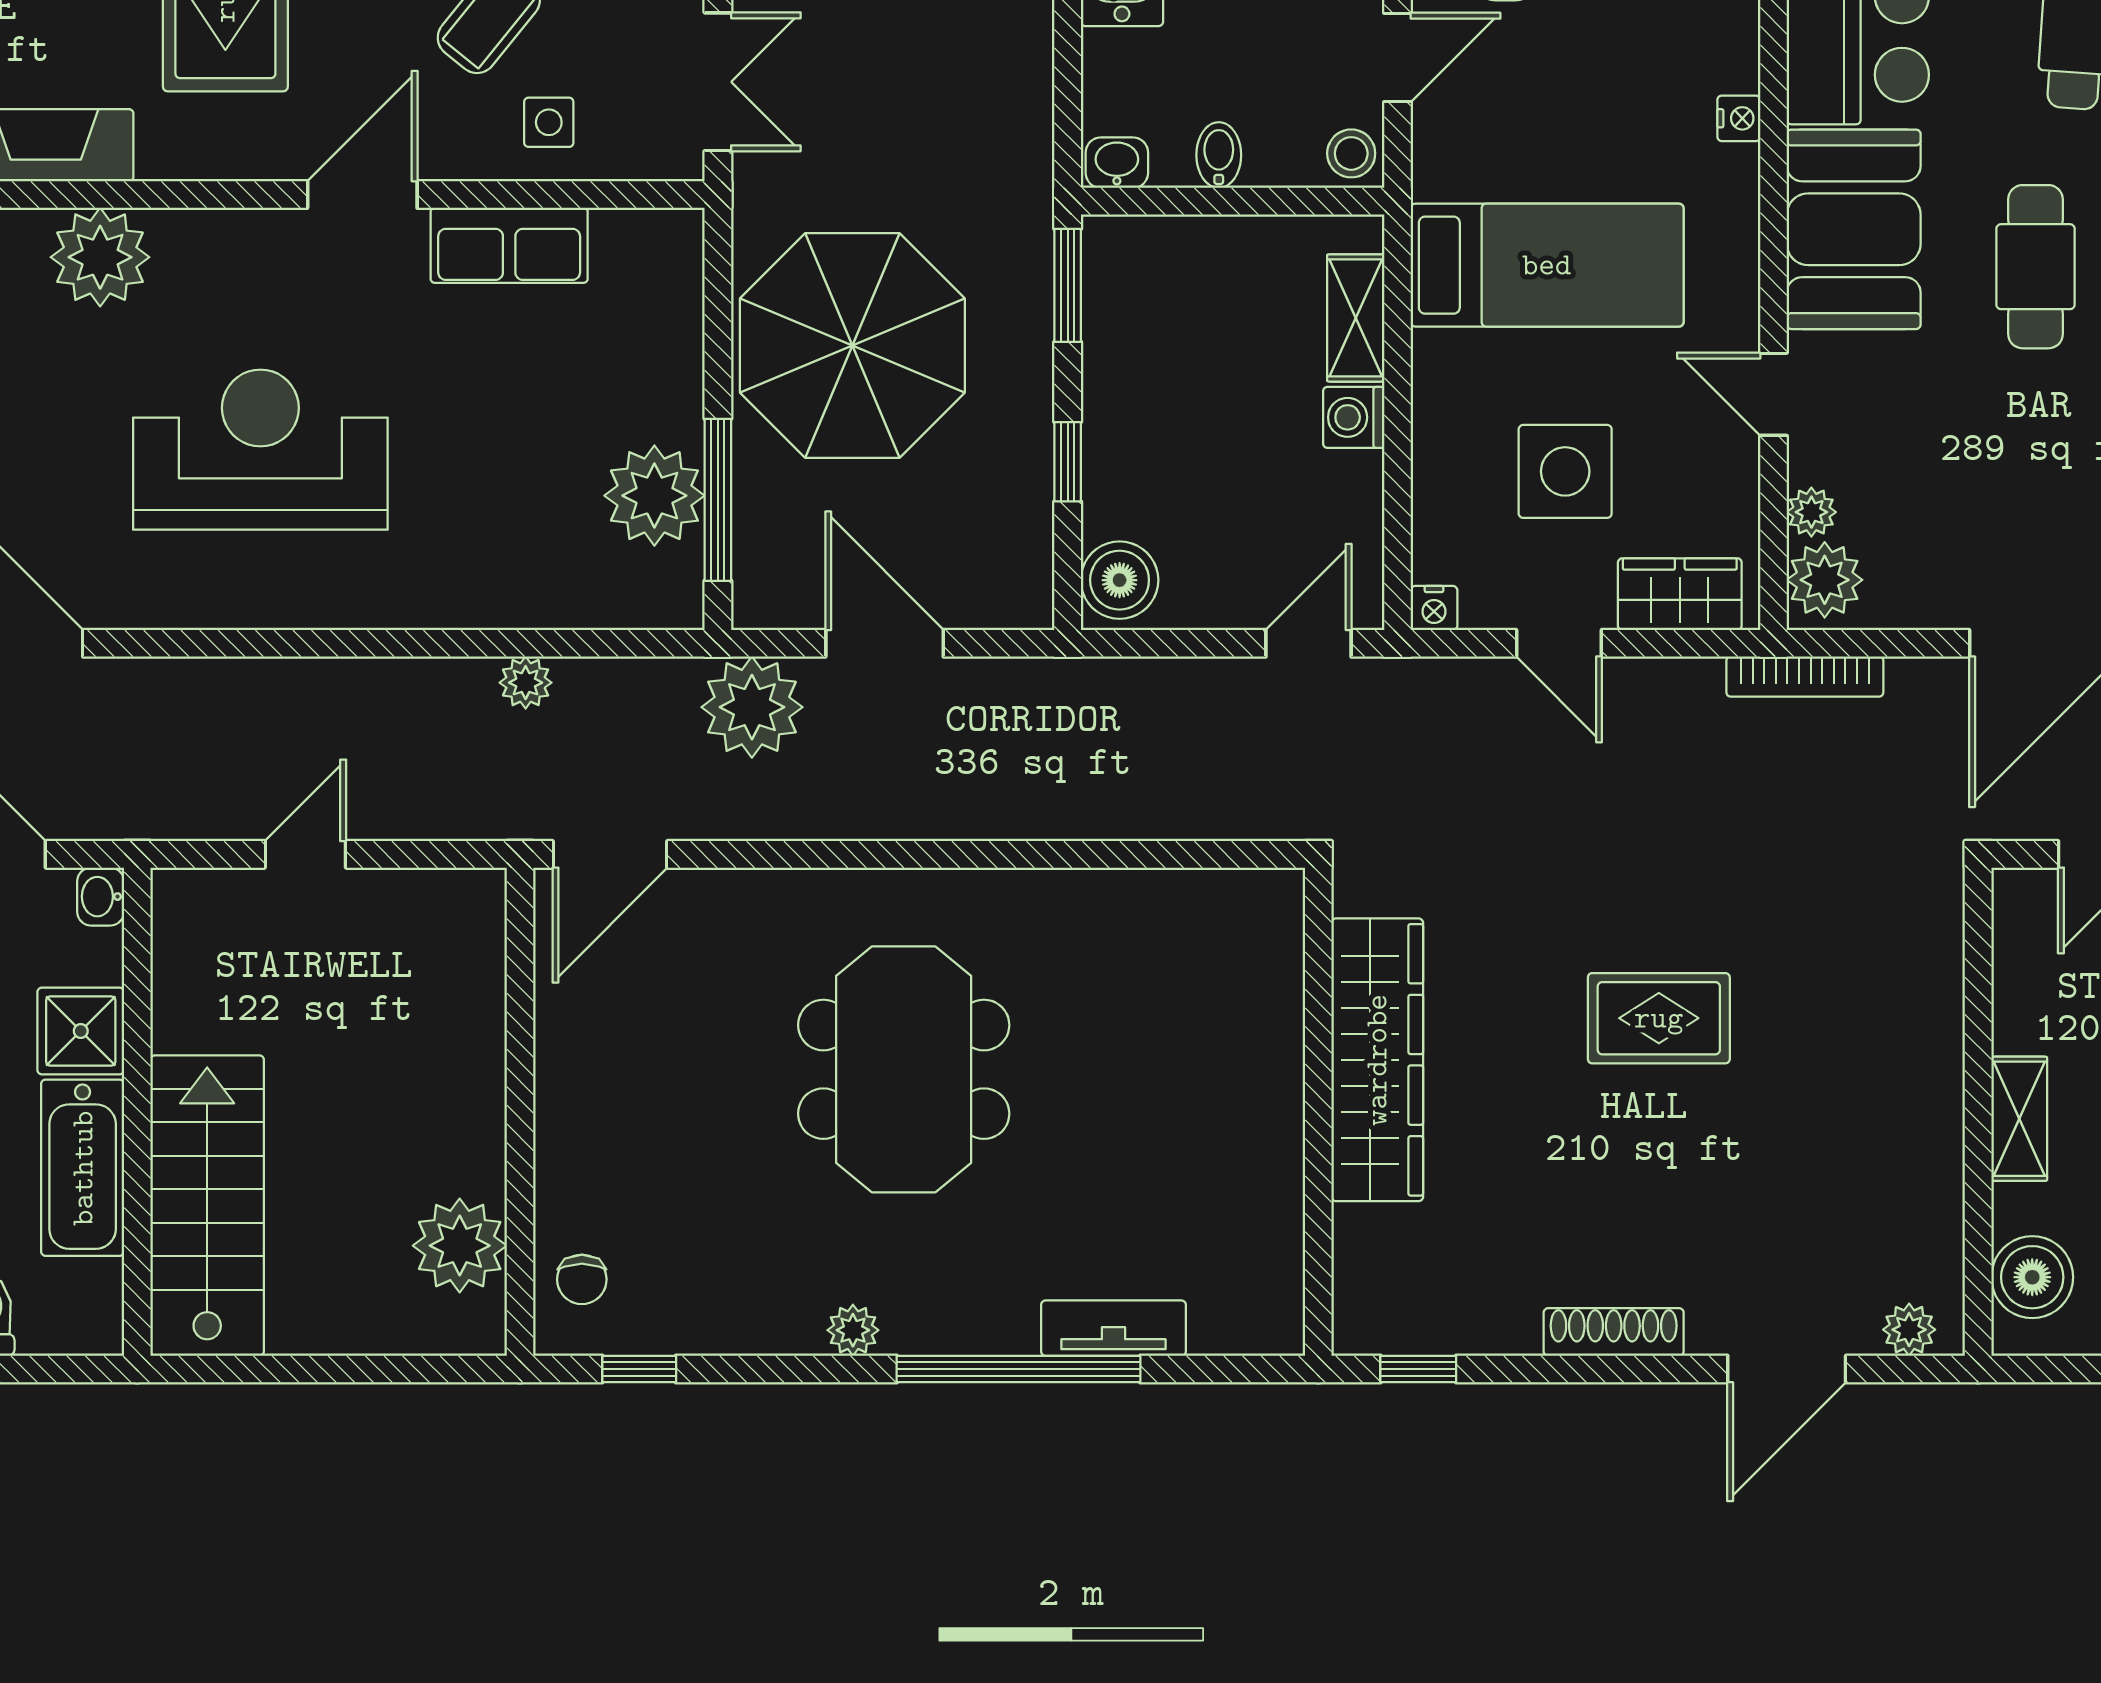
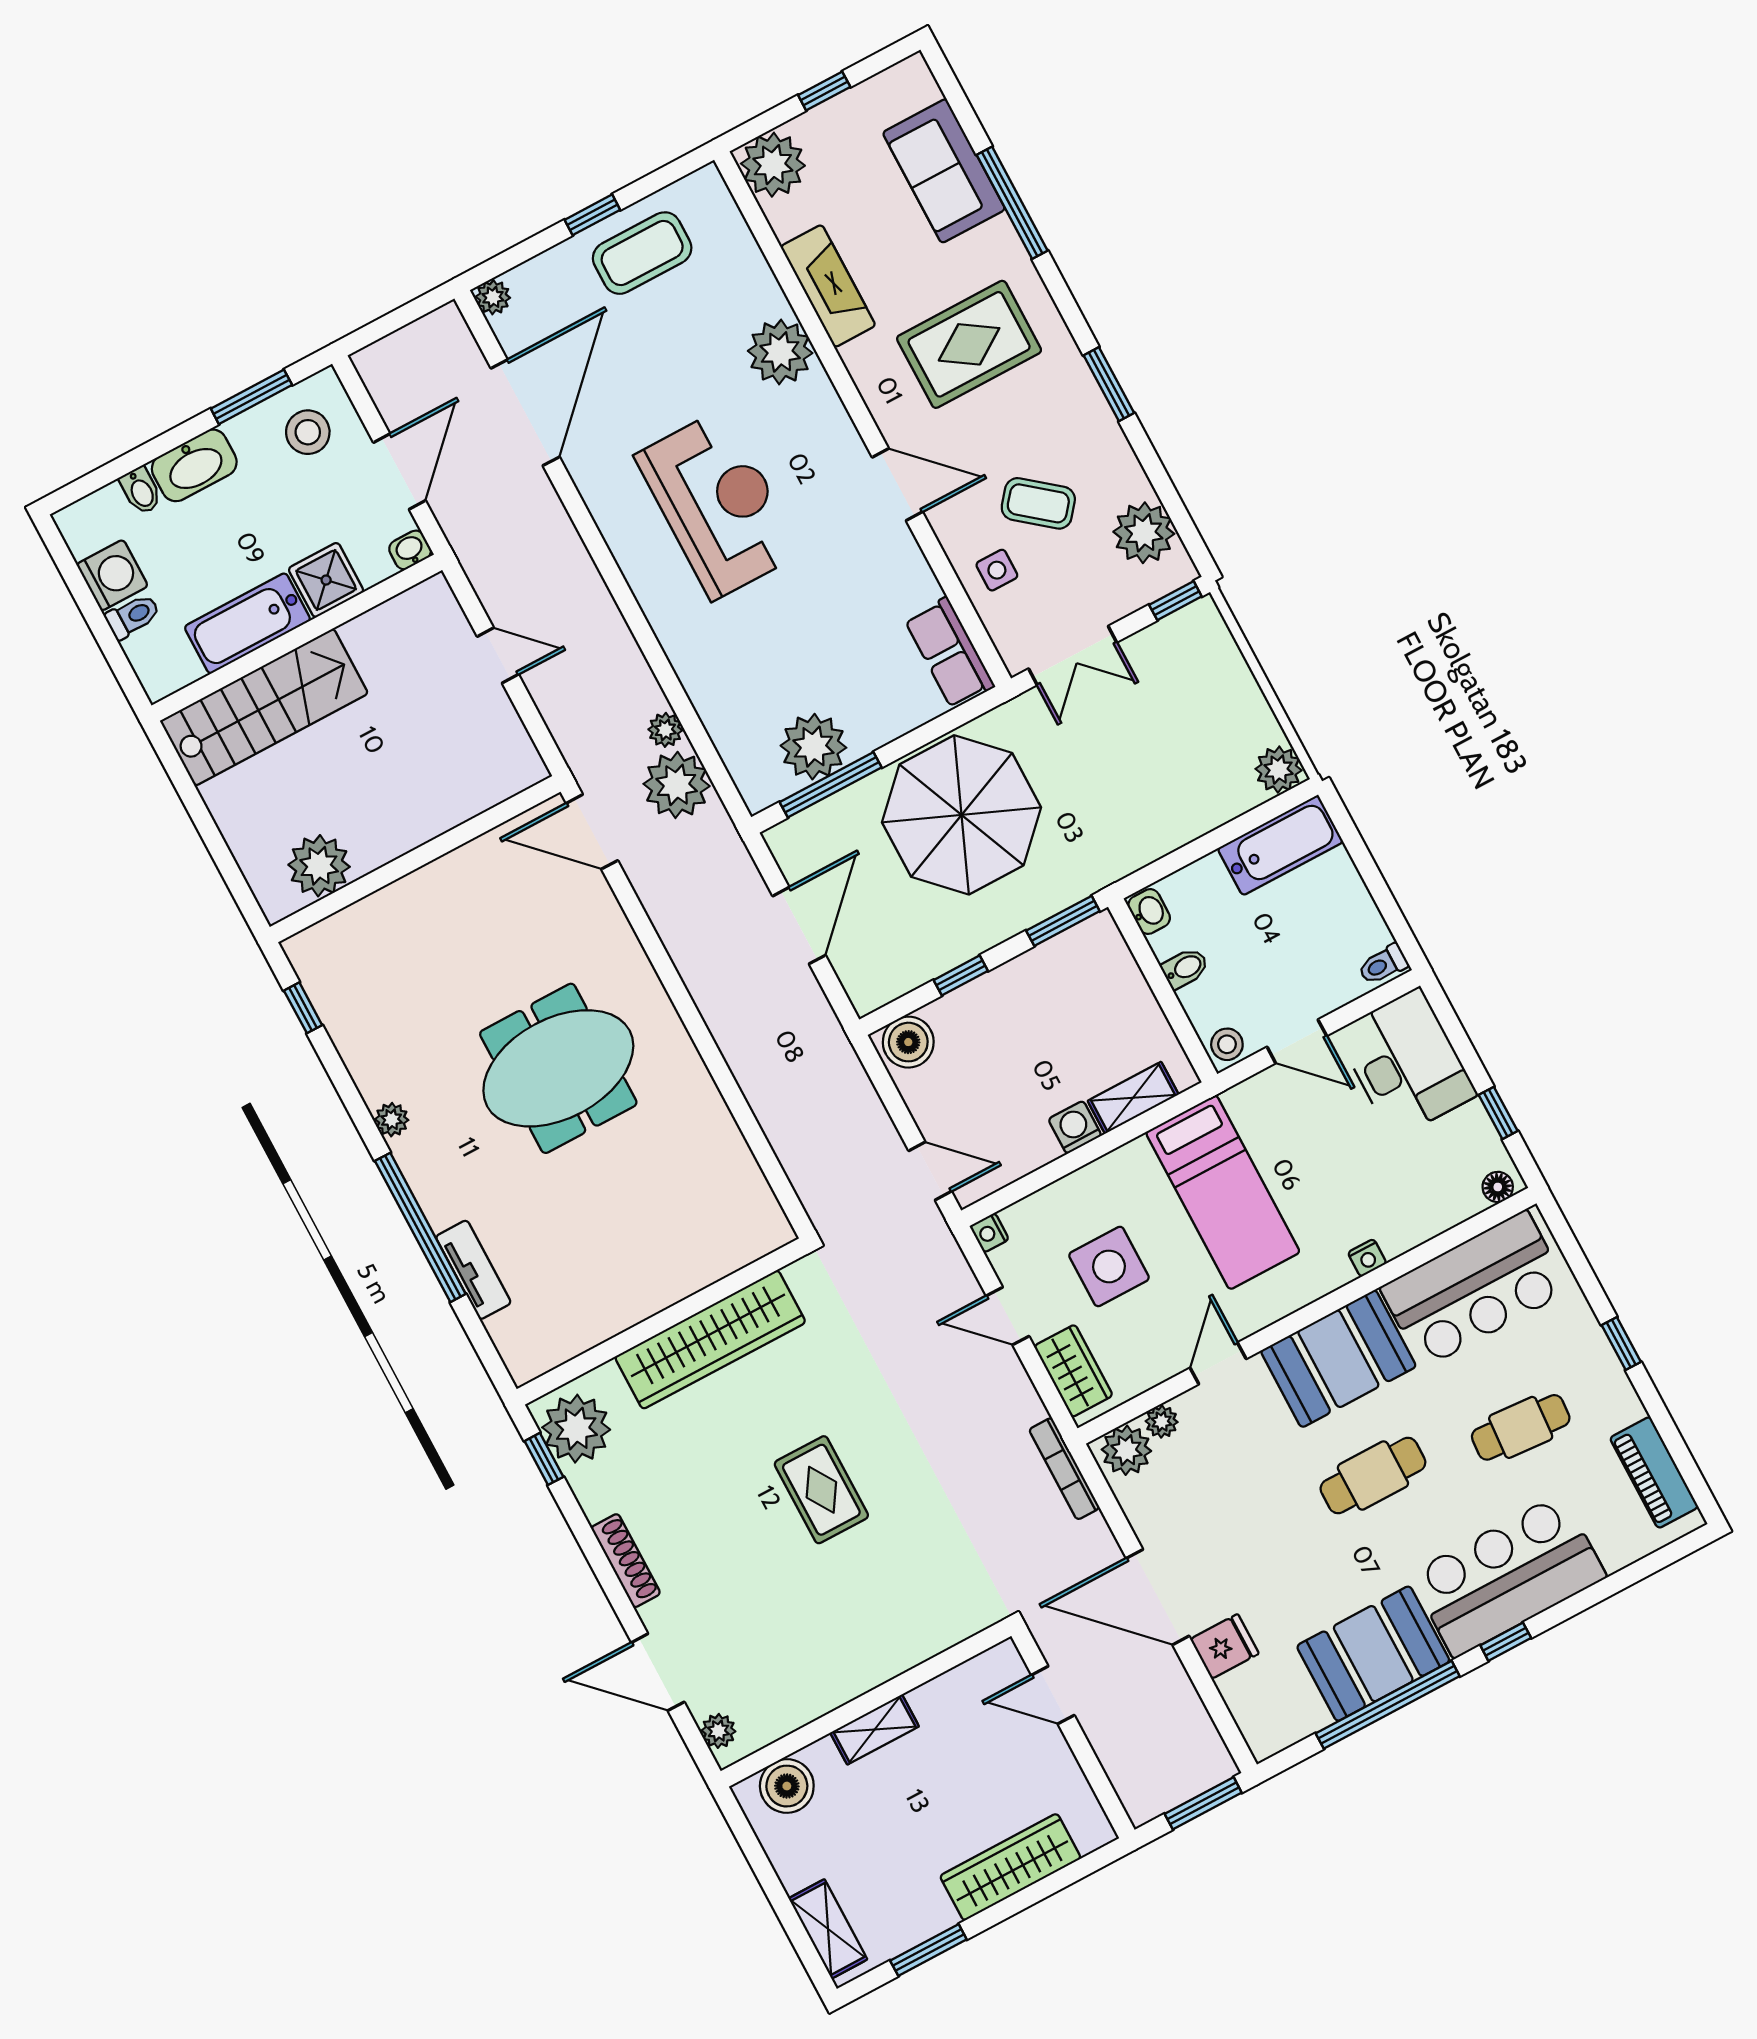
row of seats: (509, 245) -> (950, 653), moved
door: (1559, 643) -> (1008, 1316), hinge flipped
plant: (752, 707) -> (677, 785), moved
chair: (582, 1279) -> (337, 947), removed
plant: (1401, 1304) -> (576, 1429), added

